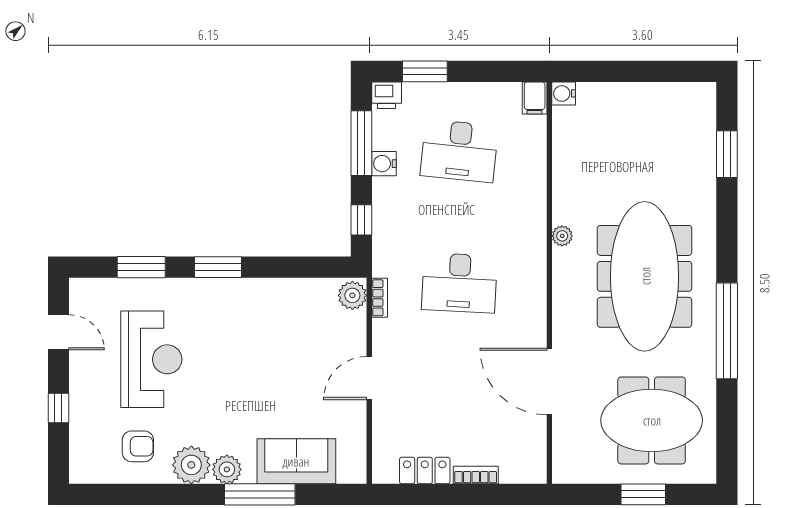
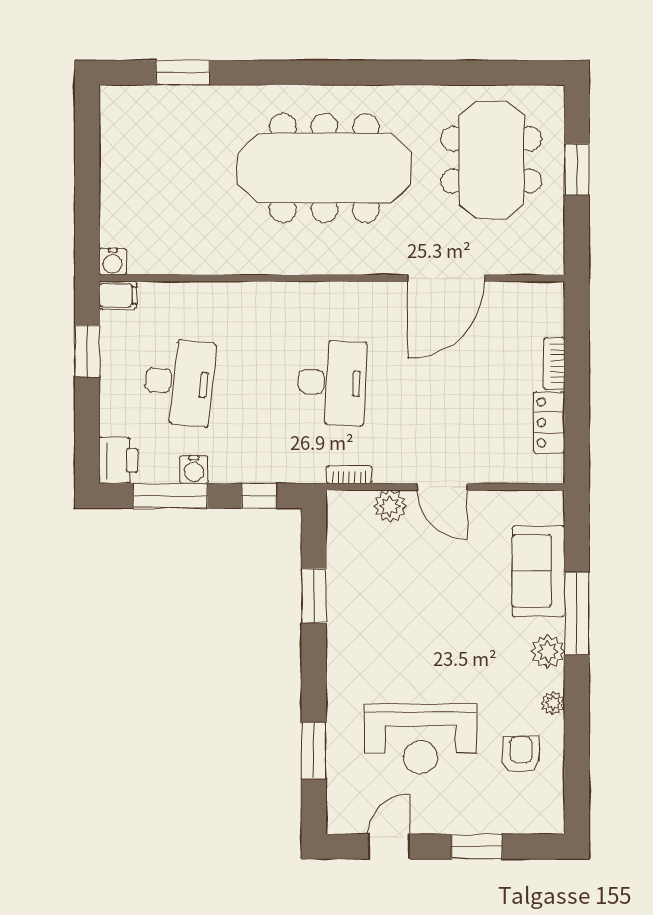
window: (425, 71) -> (87, 351), moved
printer: (387, 95) -> (118, 460), width x1.36, depth x1.24
plant: (562, 236) -> (278, 263), removed
window: (218, 267) -> (314, 596), moved
plant: (352, 295) -> (390, 506), moved
window: (727, 331) -> (387, 73), removed
reception desk: (151, 359) -> (420, 739), turned 180
window: (58, 408) -> (477, 846), width x1.50
plant: (191, 465) -> (553, 703), width x0.53, depth x0.53

